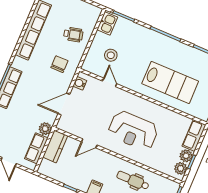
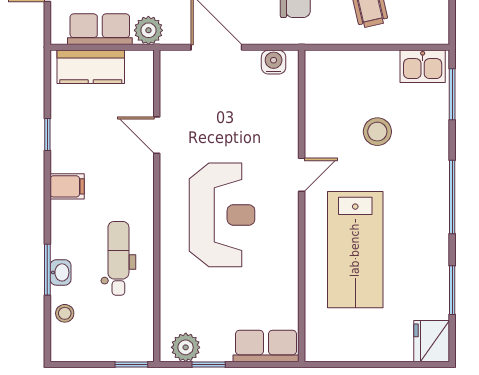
stool: (111, 55) -> (377, 132), moved
door: (110, 82) -> (302, 175), moved
reception desk: (133, 131) -> (222, 215), turned 180
kitchen counter: (55, 146) -> (91, 67), moved
plant: (186, 156) -> (217, 347), removed

